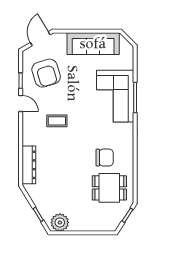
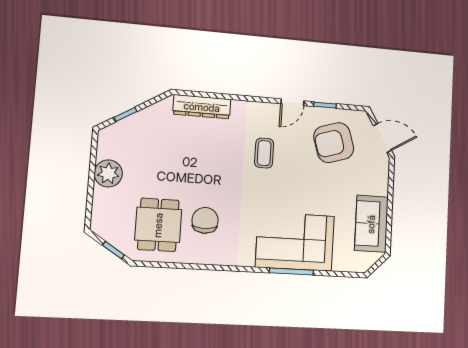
sofa: (93, 44) -> (371, 224), width x0.73
chair: (105, 158) -> (205, 220), turned 180
plant: (60, 222) -> (108, 173), moved

